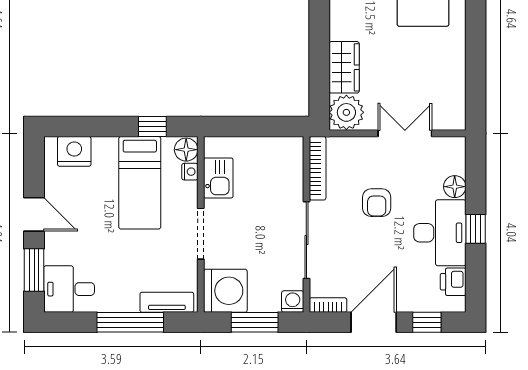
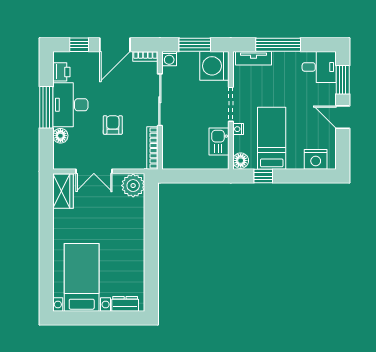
wardrobe: (344, 67) -> (63, 191), moved, turned 180
nightstand: (190, 172) -> (238, 129), moved
window: (476, 229) -> (46, 107), width x2.17

